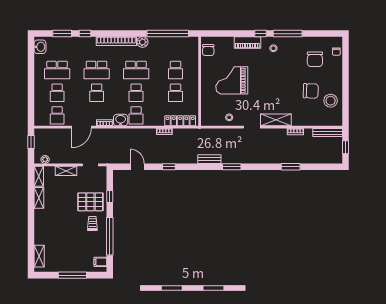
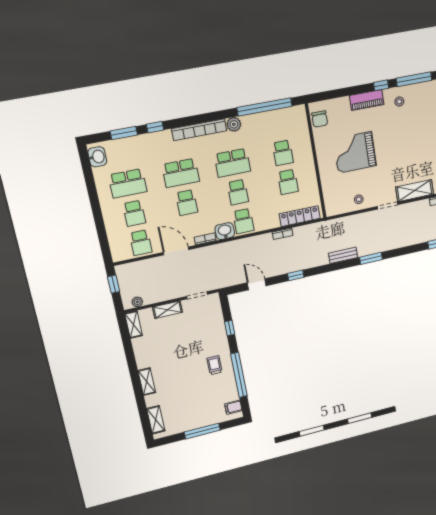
door: (81, 127) -> (176, 251), swing flipped
shelving: (39, 198) -> (147, 382), moved
pallet: (90, 202) -> (207, 340), removed

